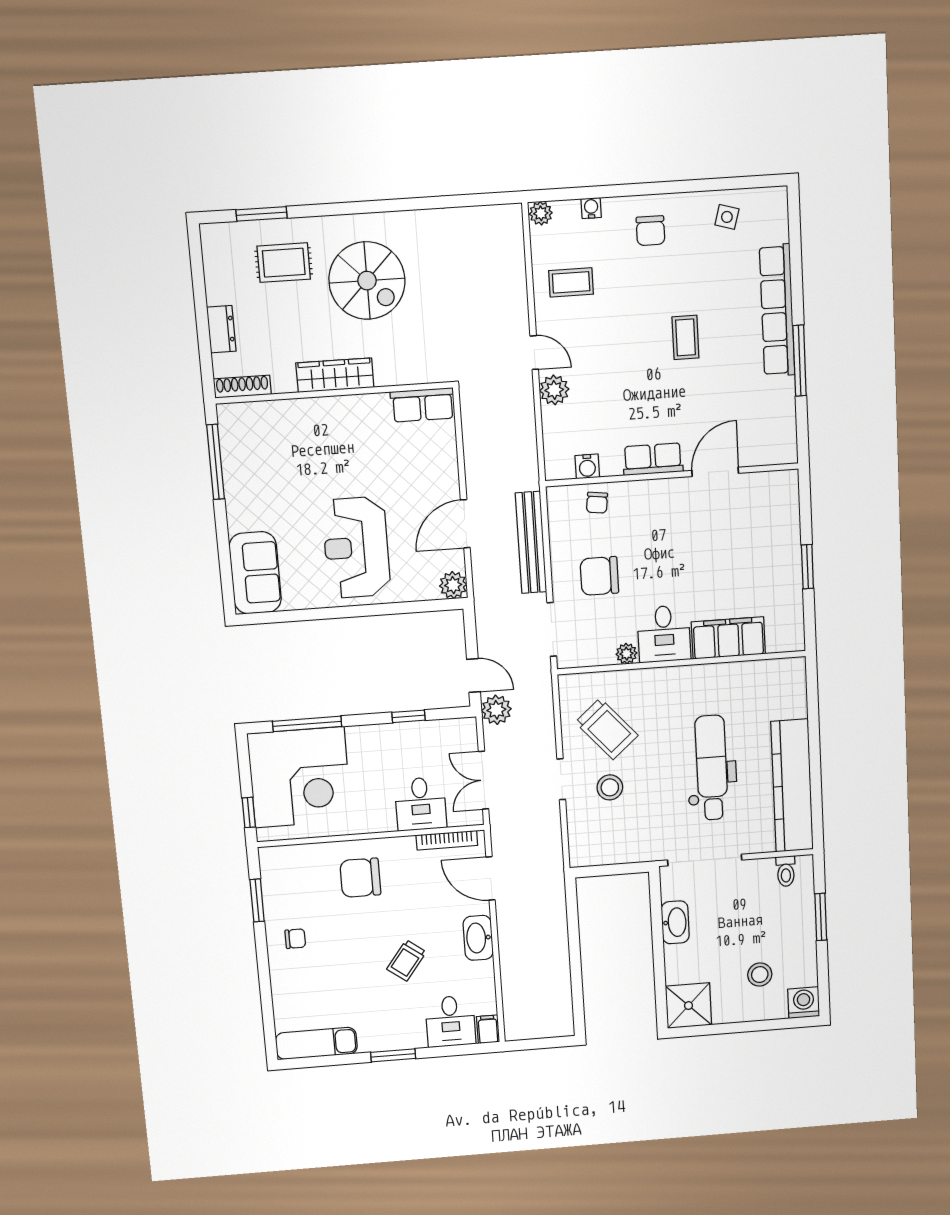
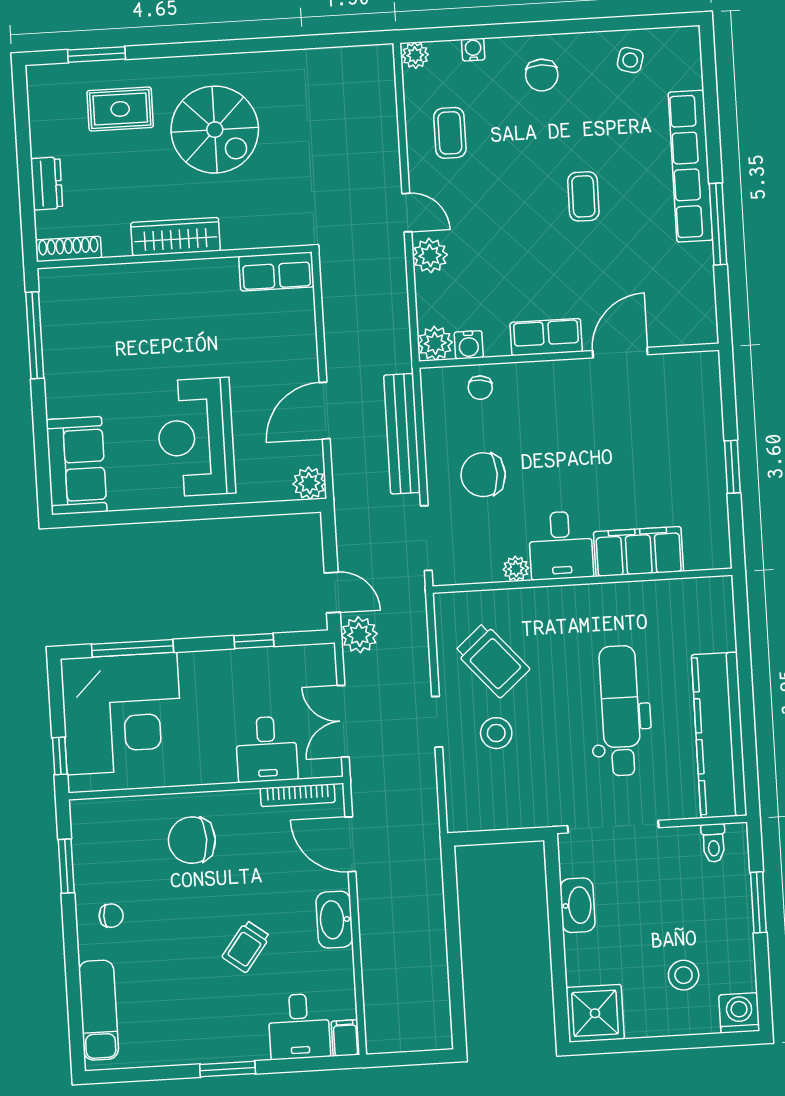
coffee table: (571, 282) -> (450, 133), turned 90
plant: (559, 465) -> (435, 343), added
exam couch: (316, 1043) -> (99, 1010), moved, turned 90

